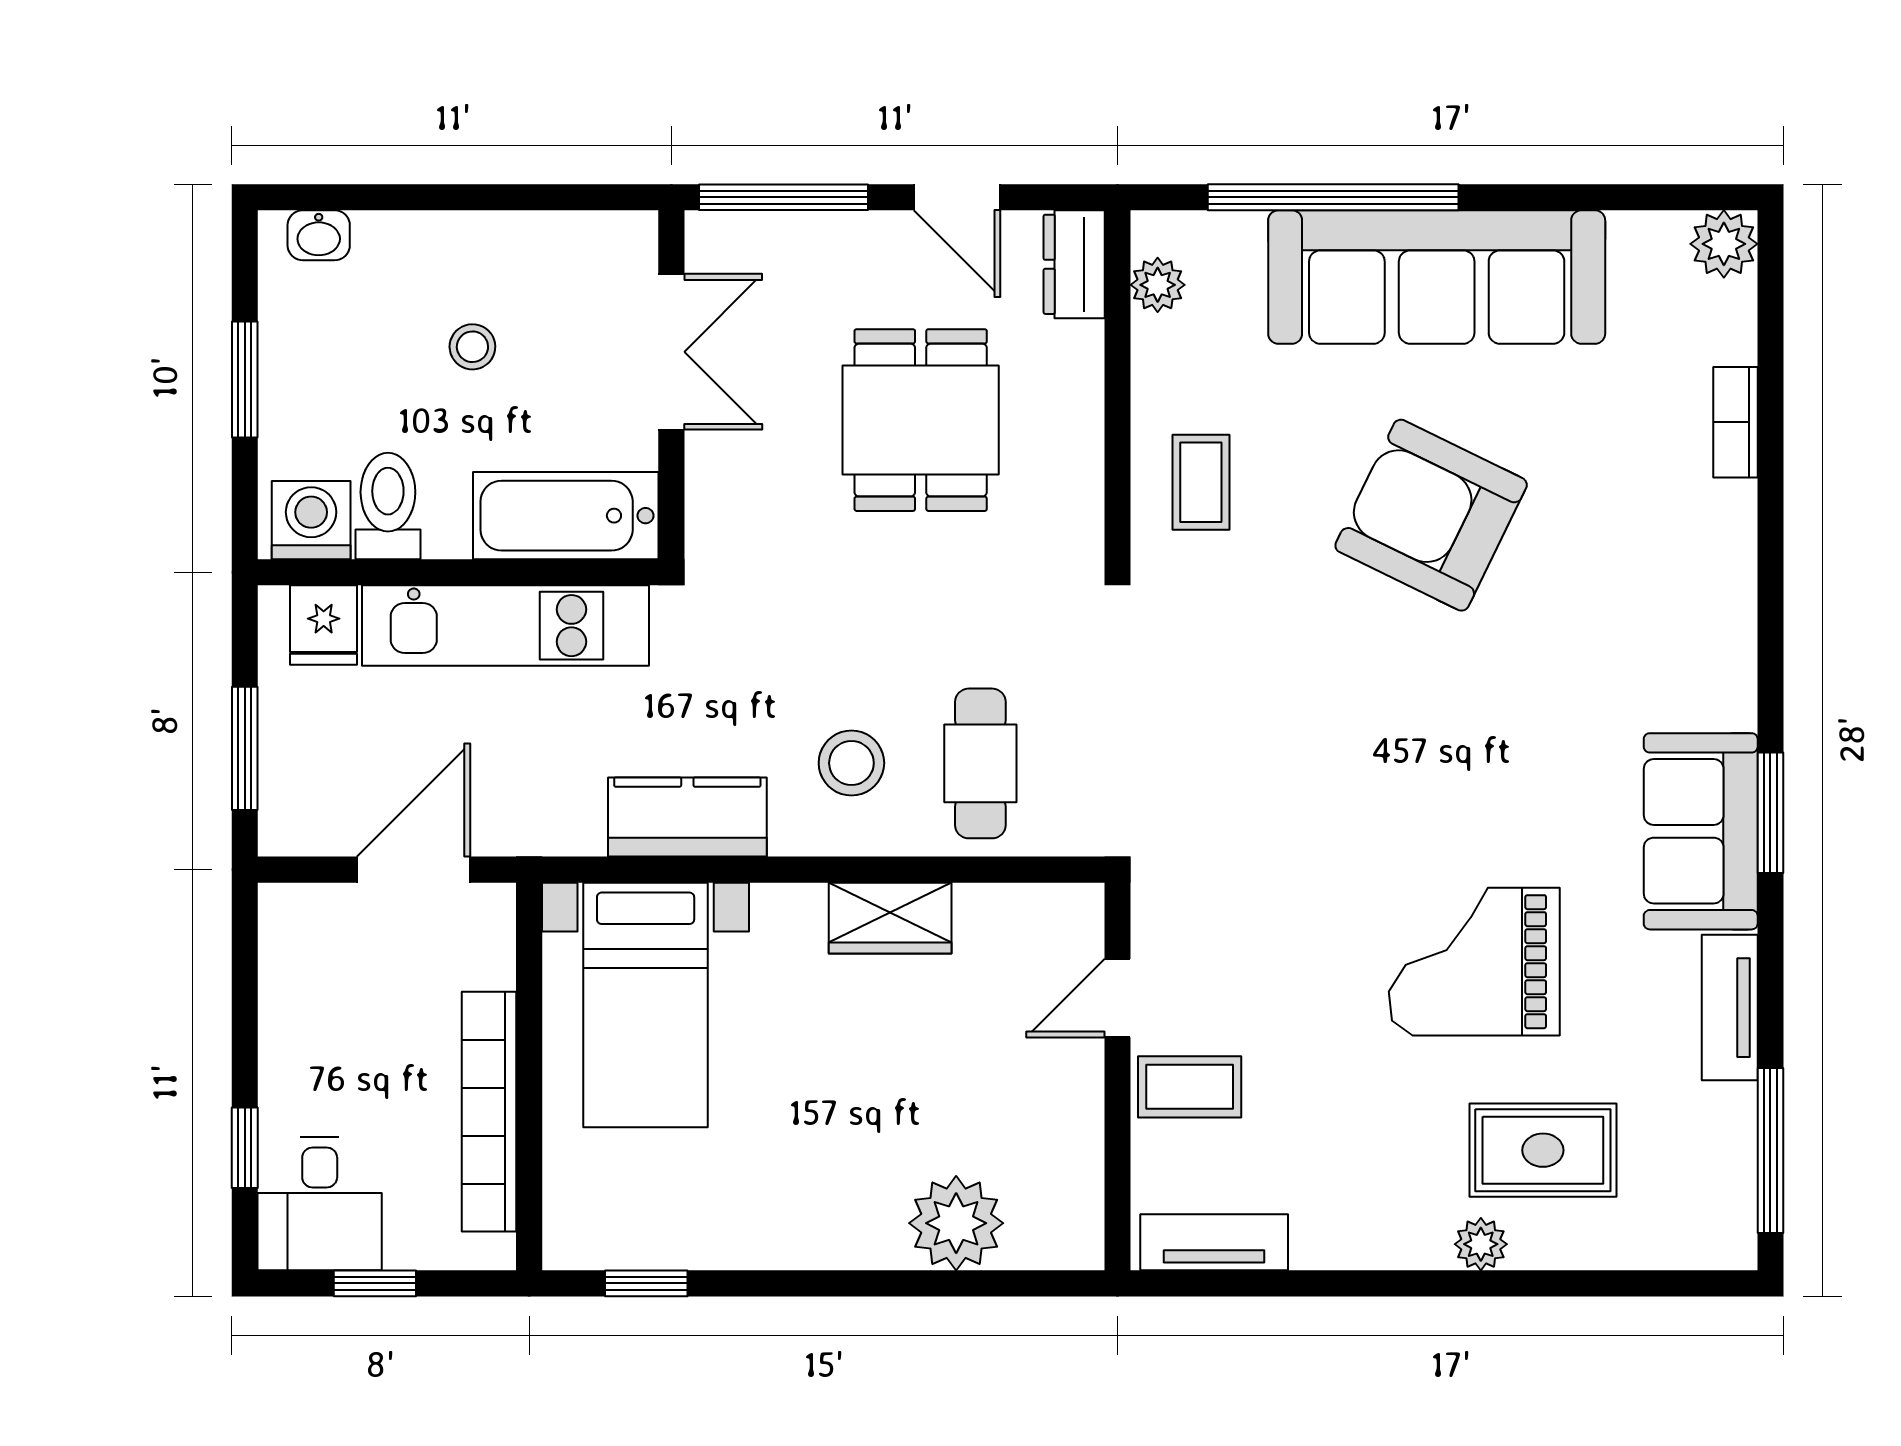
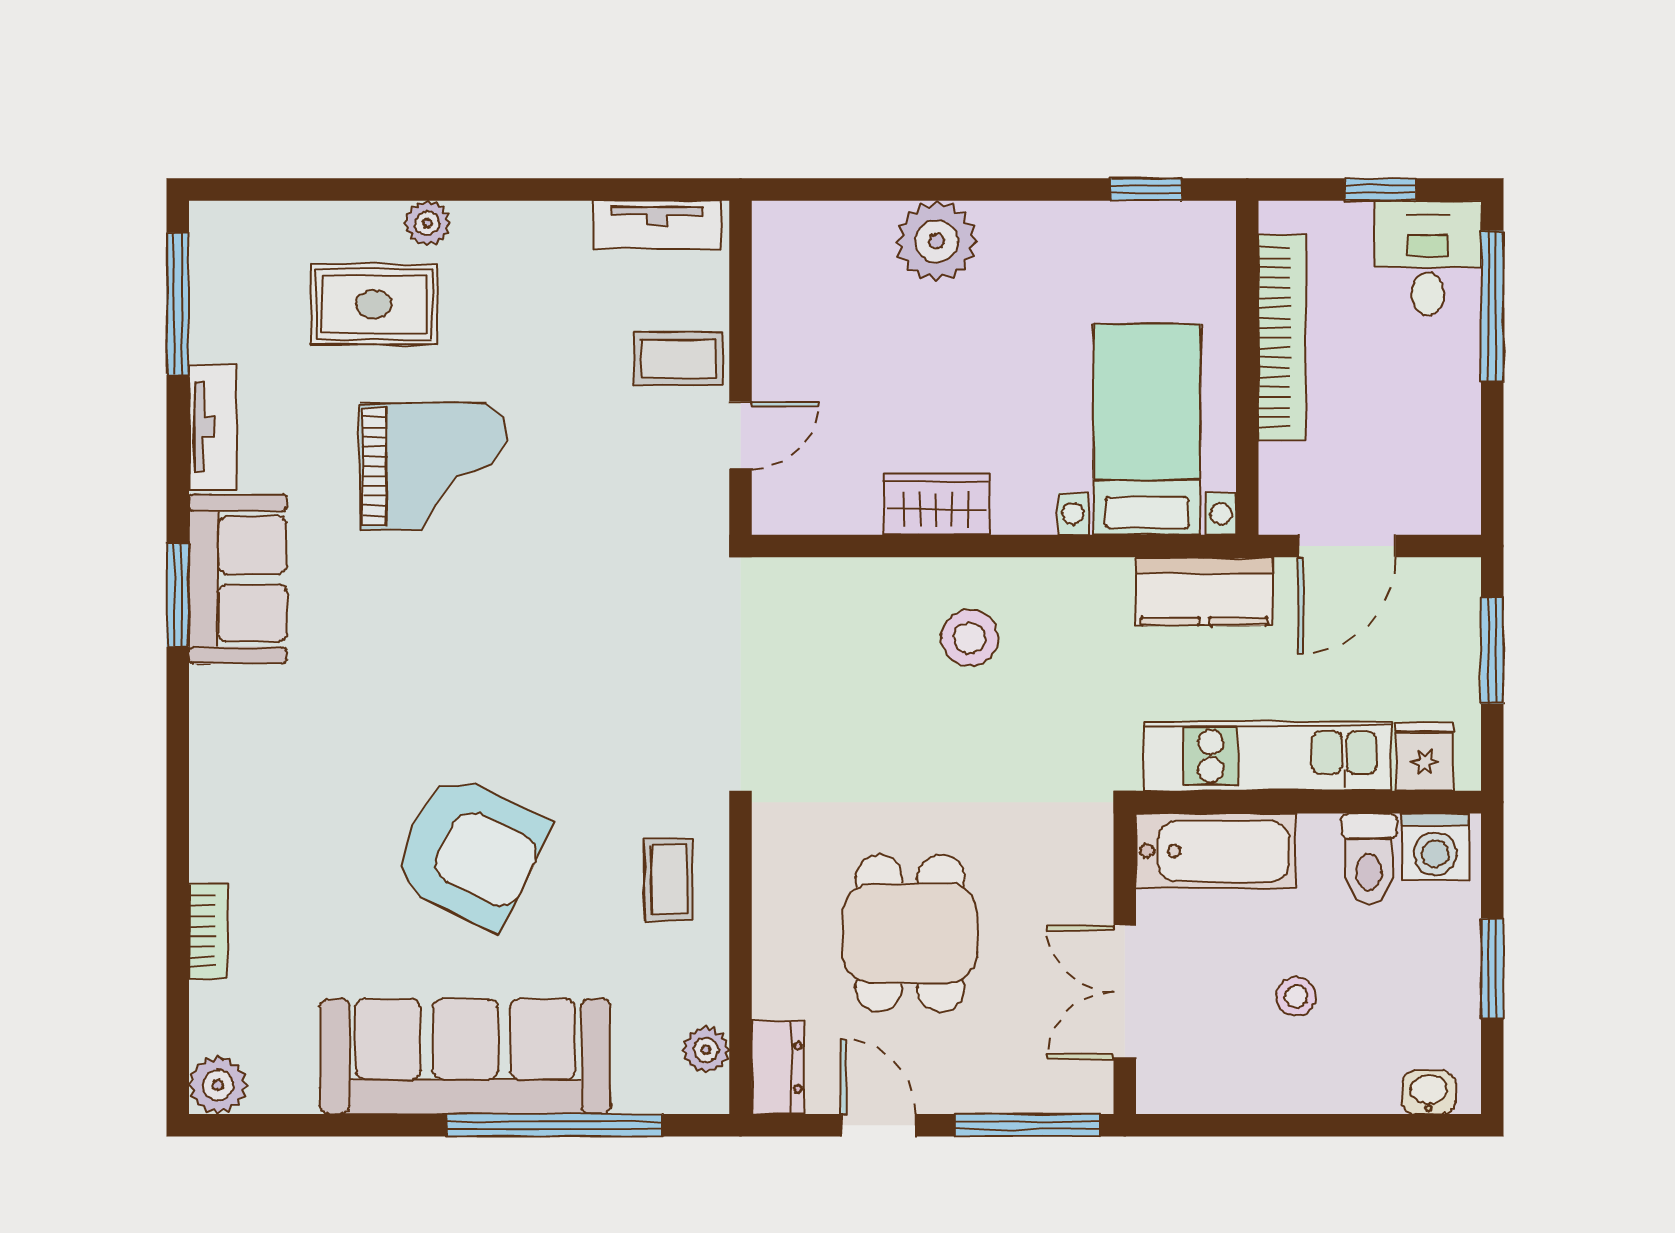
cafe table: (980, 763) -> (859, 637), removed
kitchen counter: (687, 817) -> (1204, 591), moved
window: (245, 1148) -> (1492, 306), width x2.17
plant: (956, 1223) -> (937, 241), moved

